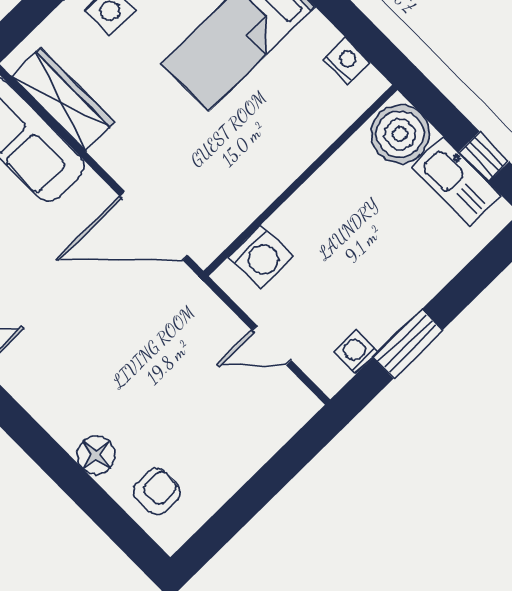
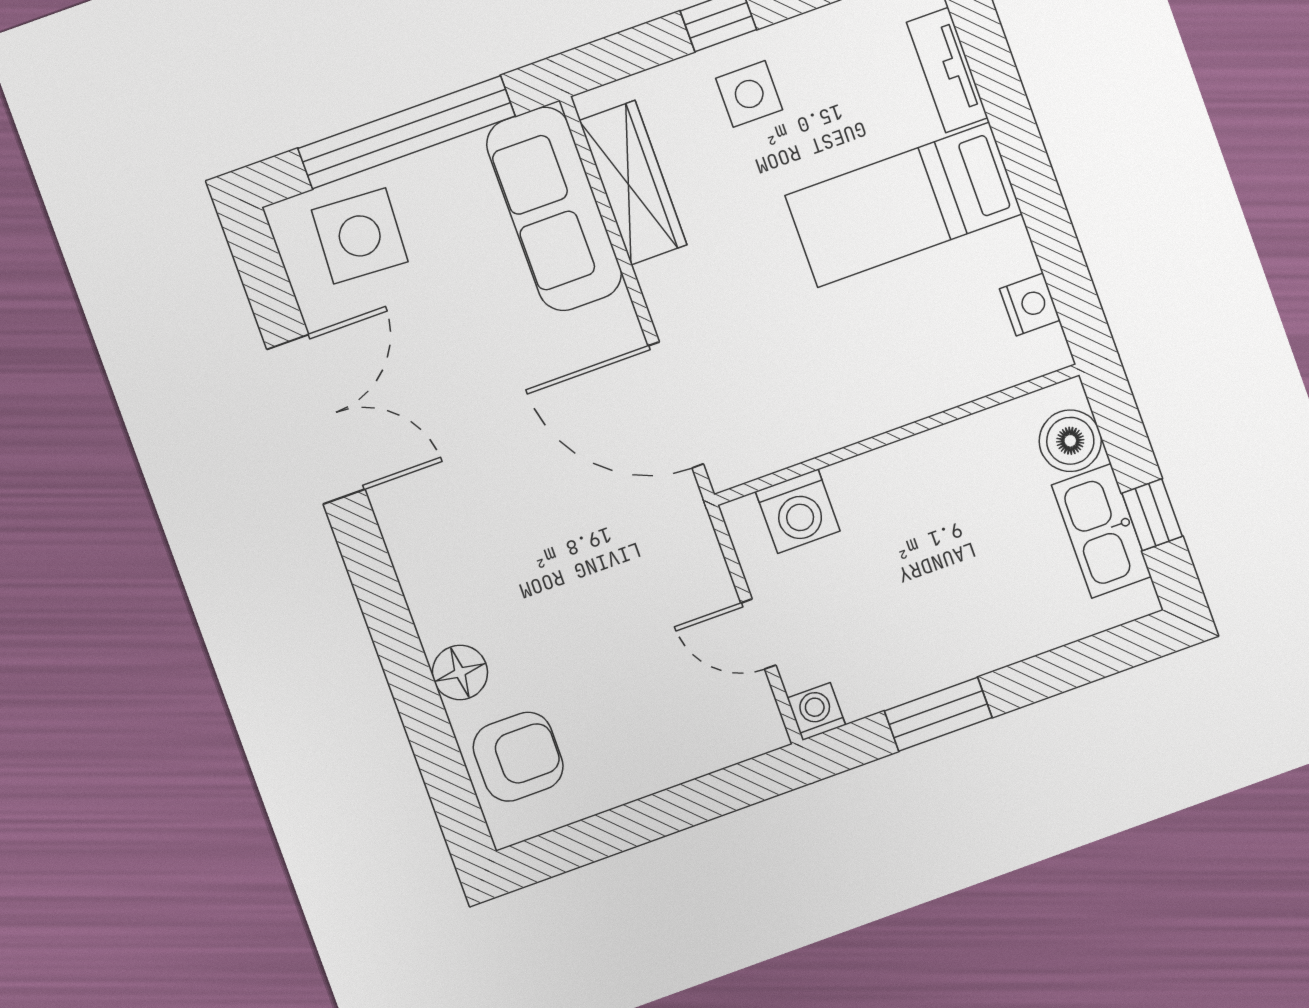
boiler: (400, 134) -> (1070, 441), width x0.73, depth x0.73
washing machine: (356, 352) -> (816, 712), moved
armchair: (157, 491) -> (518, 757), width x1.38, depth x1.38

